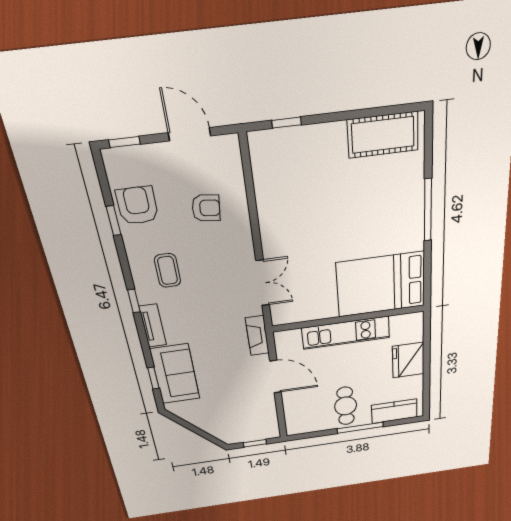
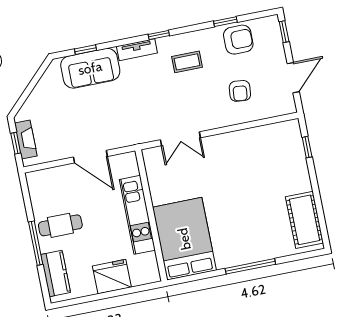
fireplace: (257, 336) -> (26, 140), moved, turned 90
door: (275, 377) -> (90, 157), hinge flipped

